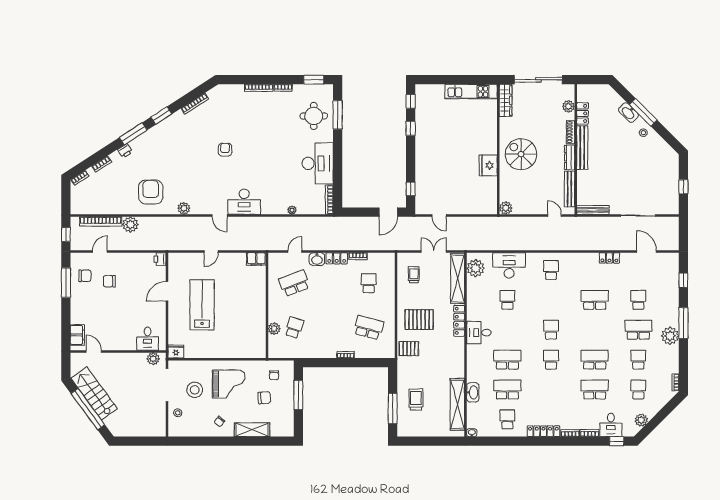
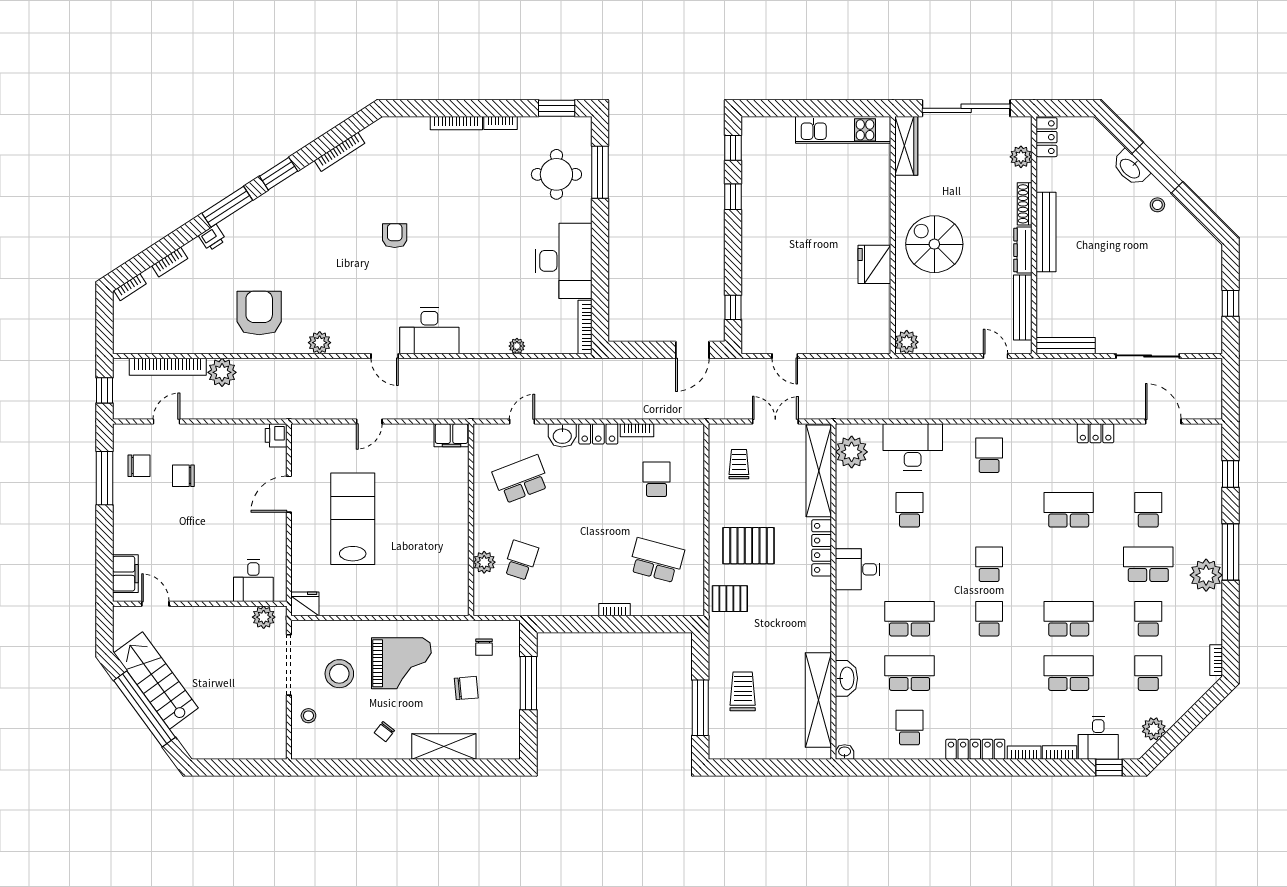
locker: (582, 113) -> (1047, 137), moved

